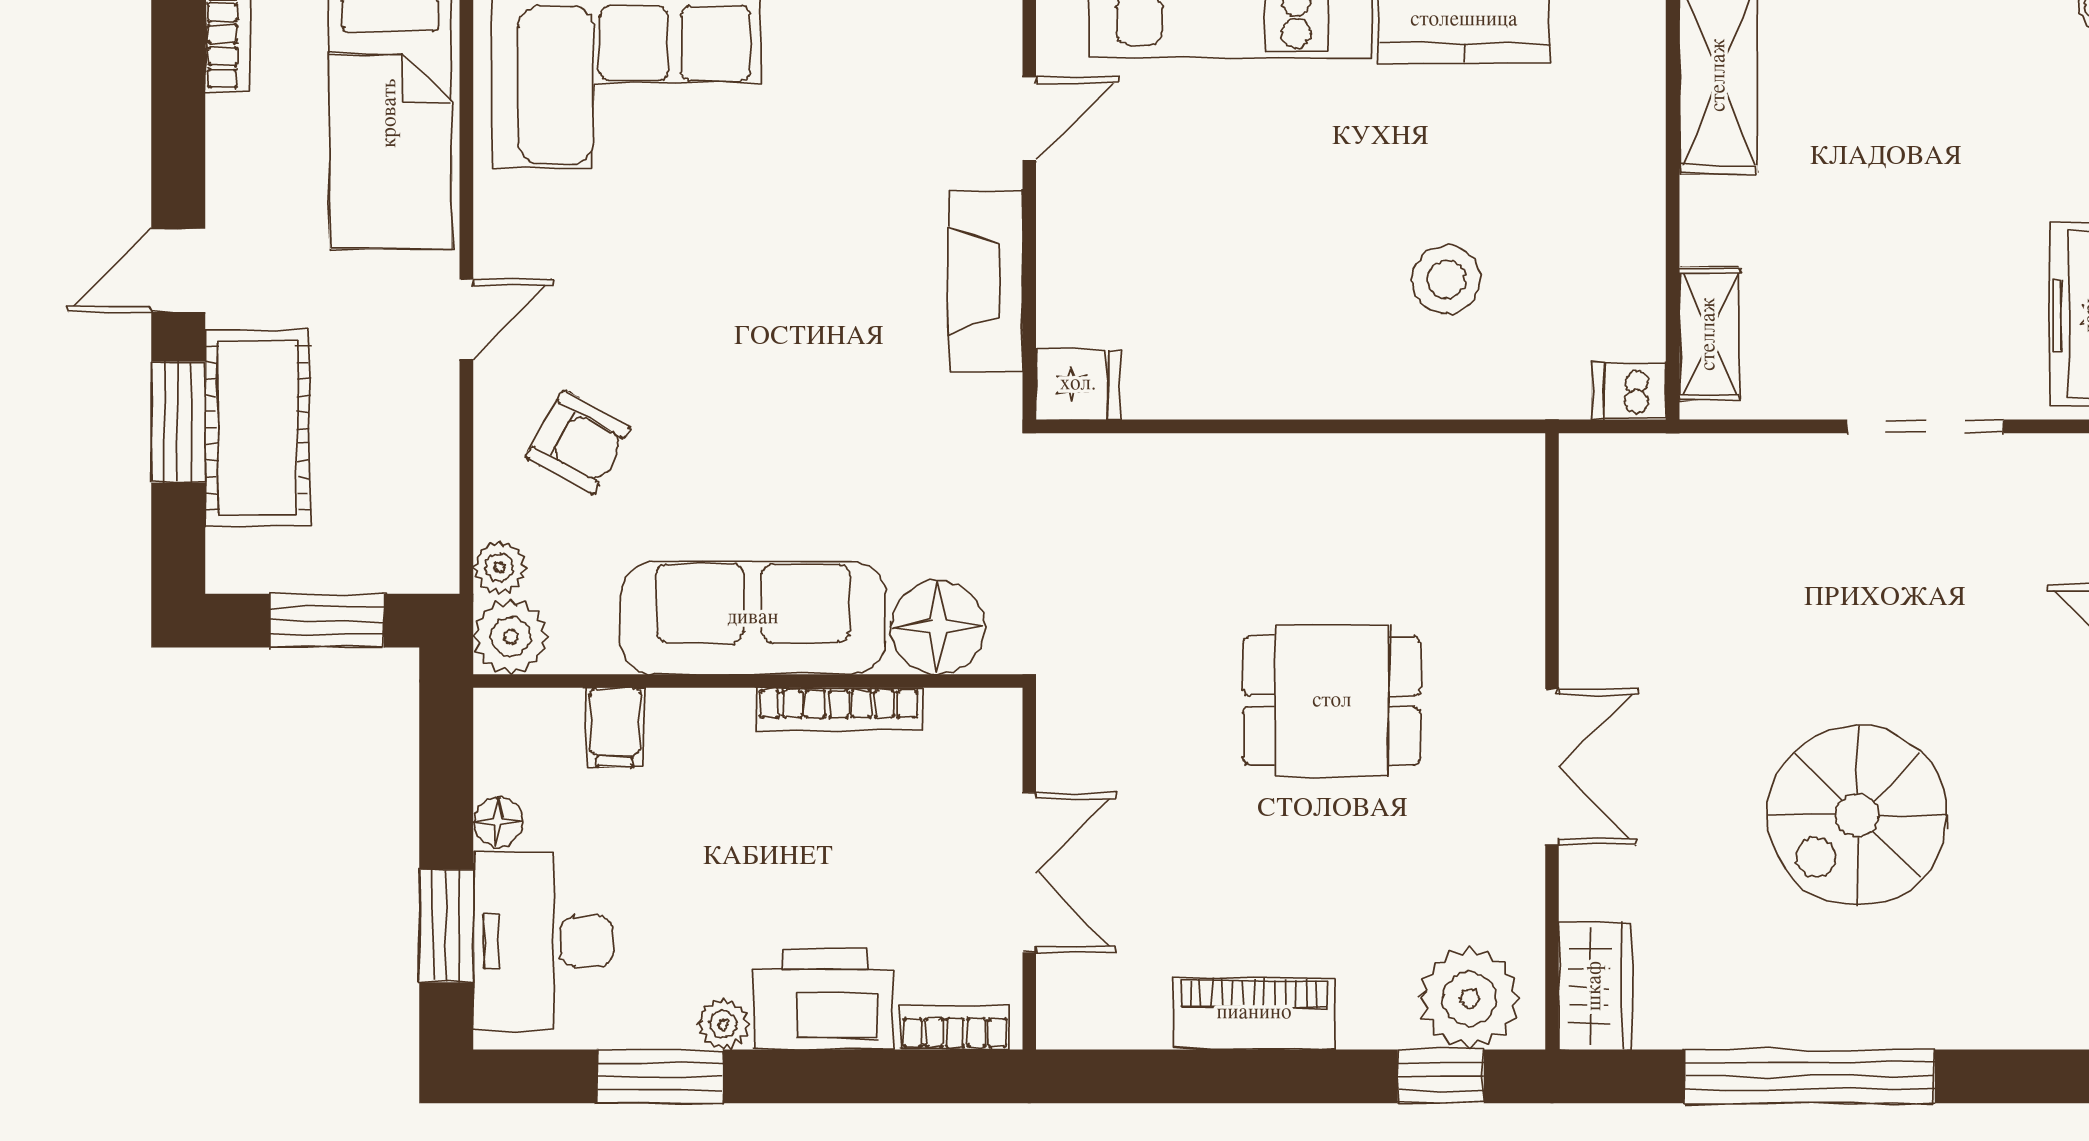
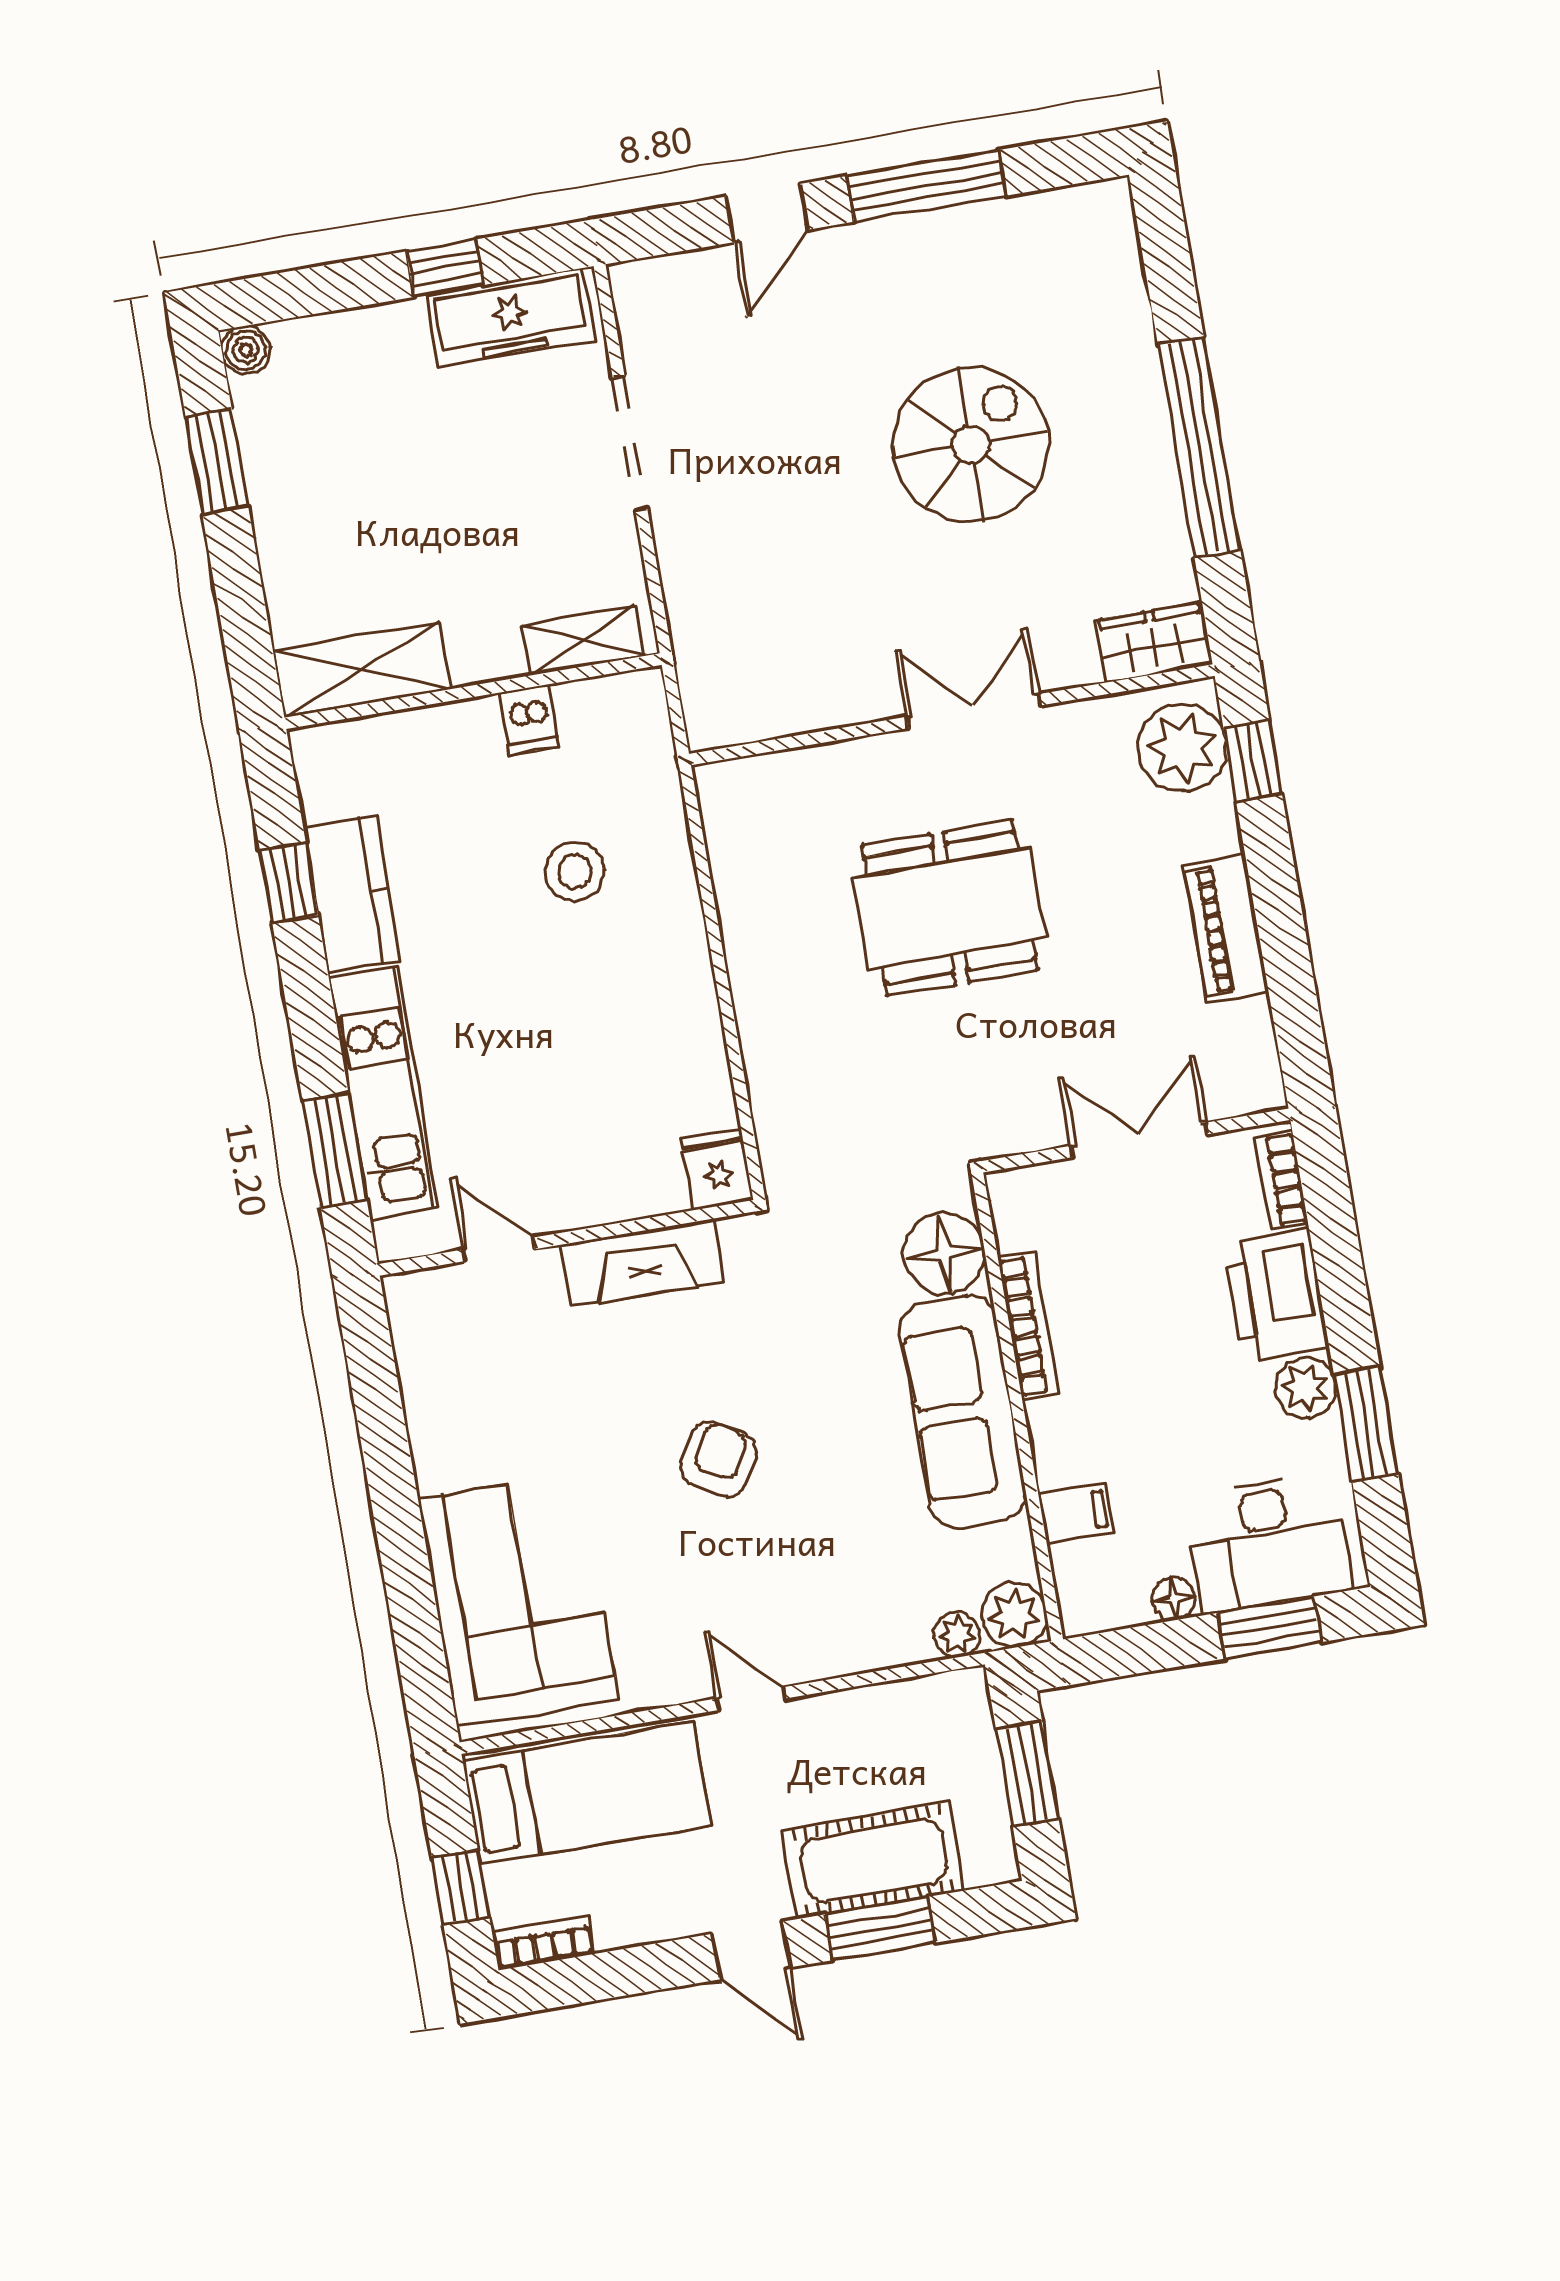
dishwasher: (1629, 391) -> (529, 720), moved
armchair: (578, 442) -> (718, 1459), moved
dining table: (1332, 701) -> (950, 908), width x1.37
spiral stairs: (1857, 816) -> (971, 445), turned -90
plant: (723, 1024) -> (1306, 1388), width x1.38, depth x1.38

